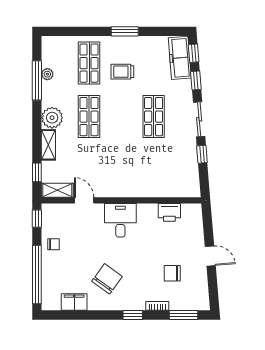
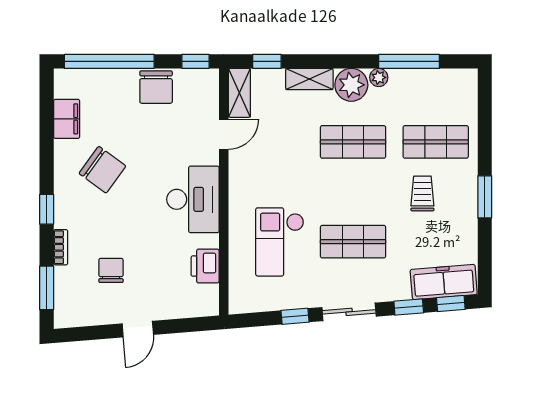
plant: (47, 74) -> (379, 77), moved
checkout: (154, 164) -> (280, 242), added
desk: (120, 220) -> (193, 199), width x1.37
chair: (54, 244) -> (156, 87), width x1.87, depth x1.87

